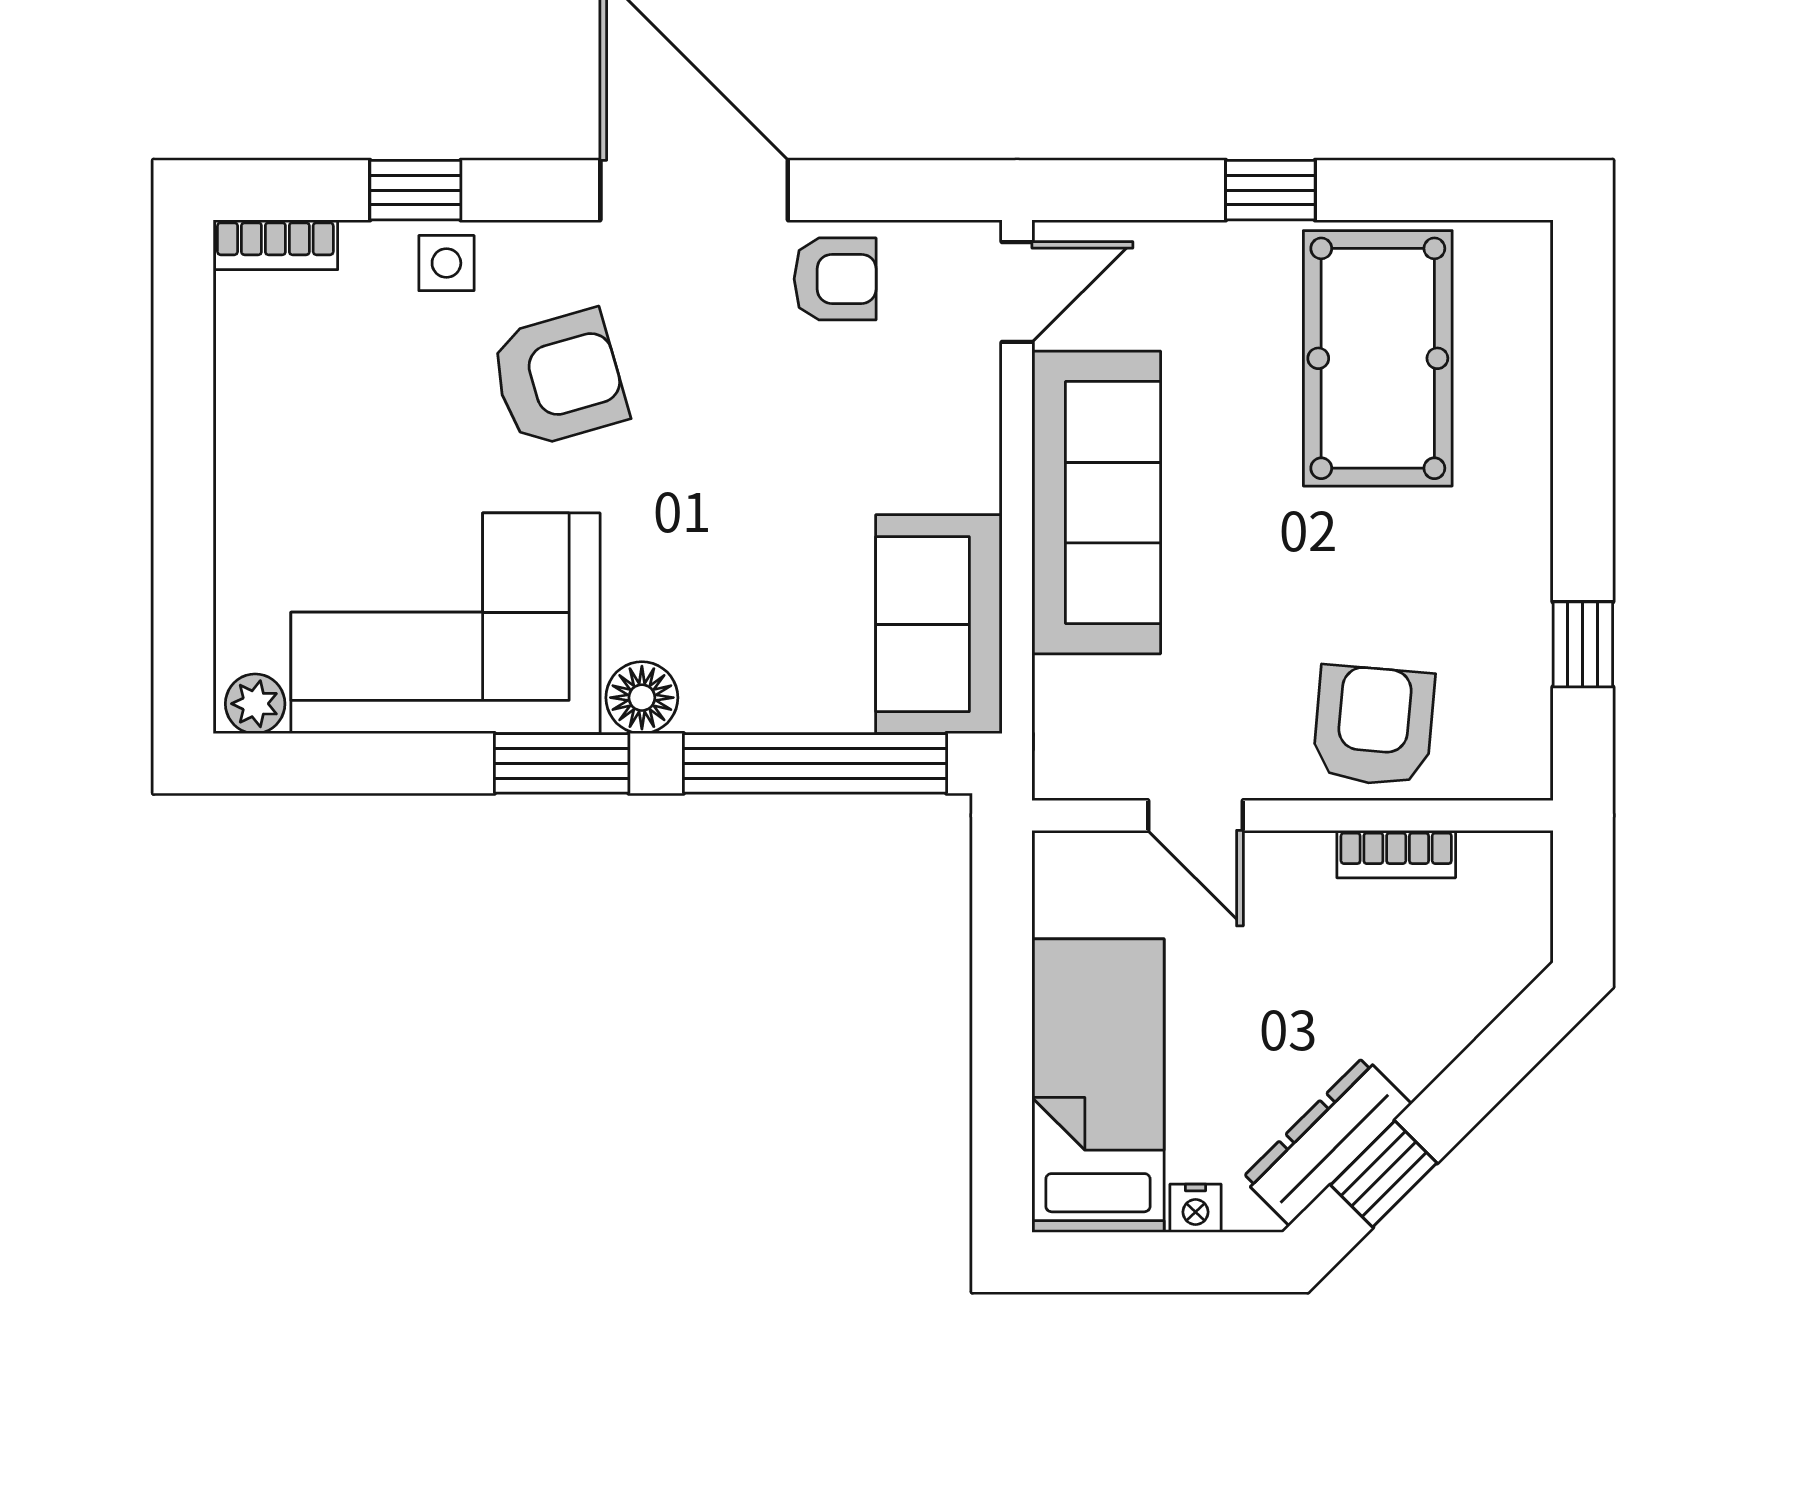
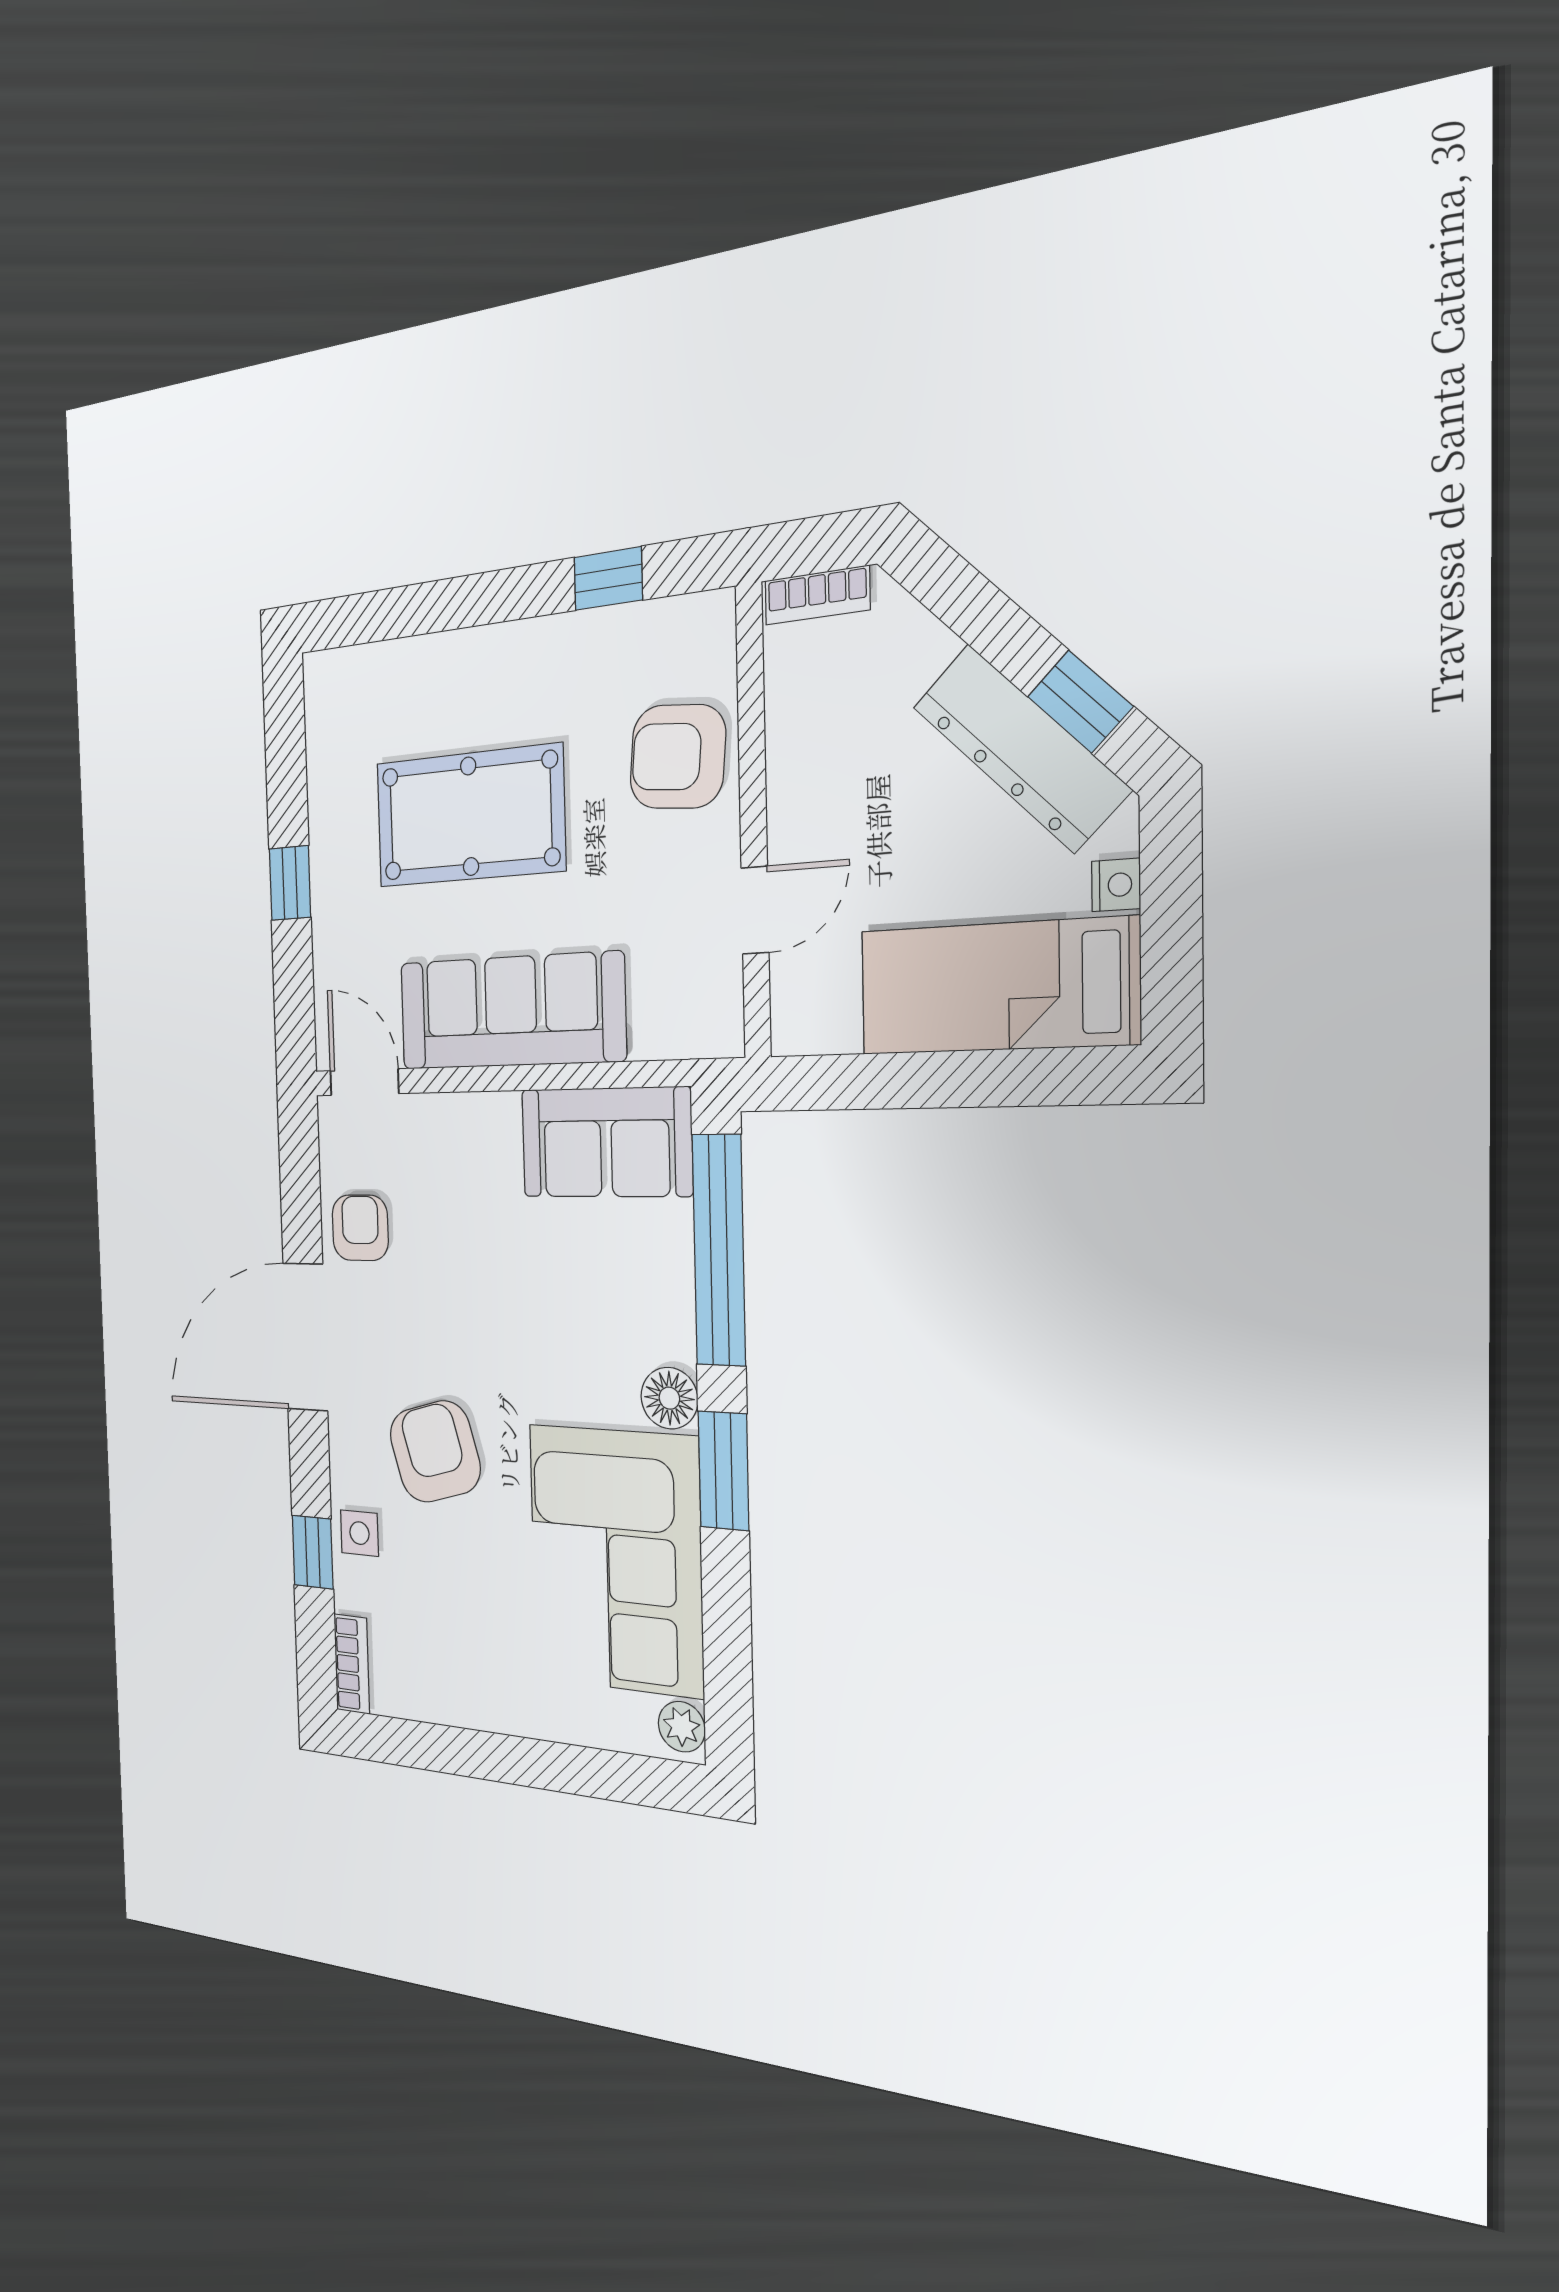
pool table: (1378, 358) -> (470, 816), moved
bookcase: (1396, 854) -> (817, 595), moved, turned 90
dresser: (1327, 1141) -> (1021, 748), width x1.37, depth x1.24

